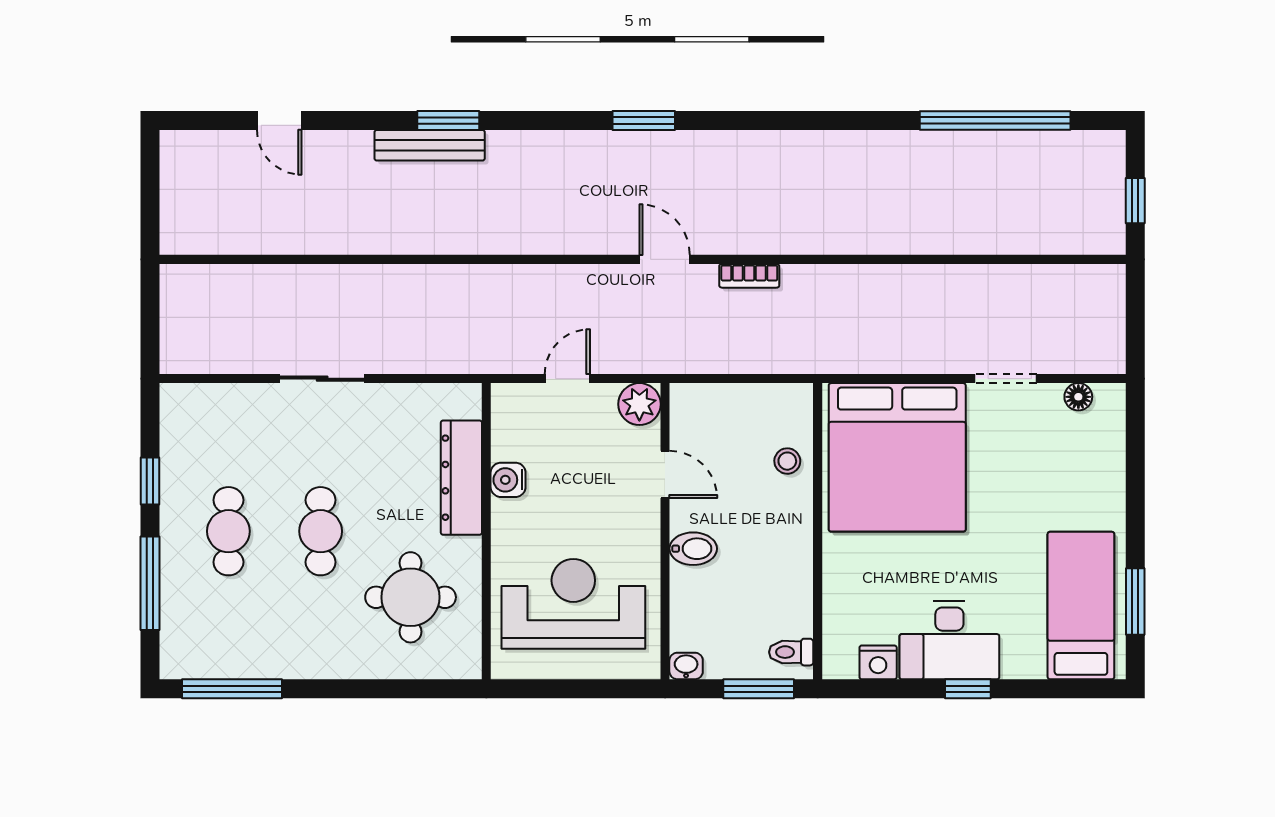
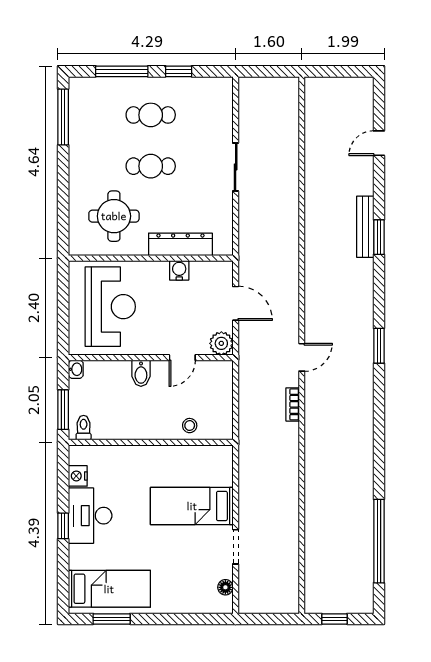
door: (567, 379) -> (236, 303), width x1.37
bed: (897, 457) -> (192, 506), width x0.49

